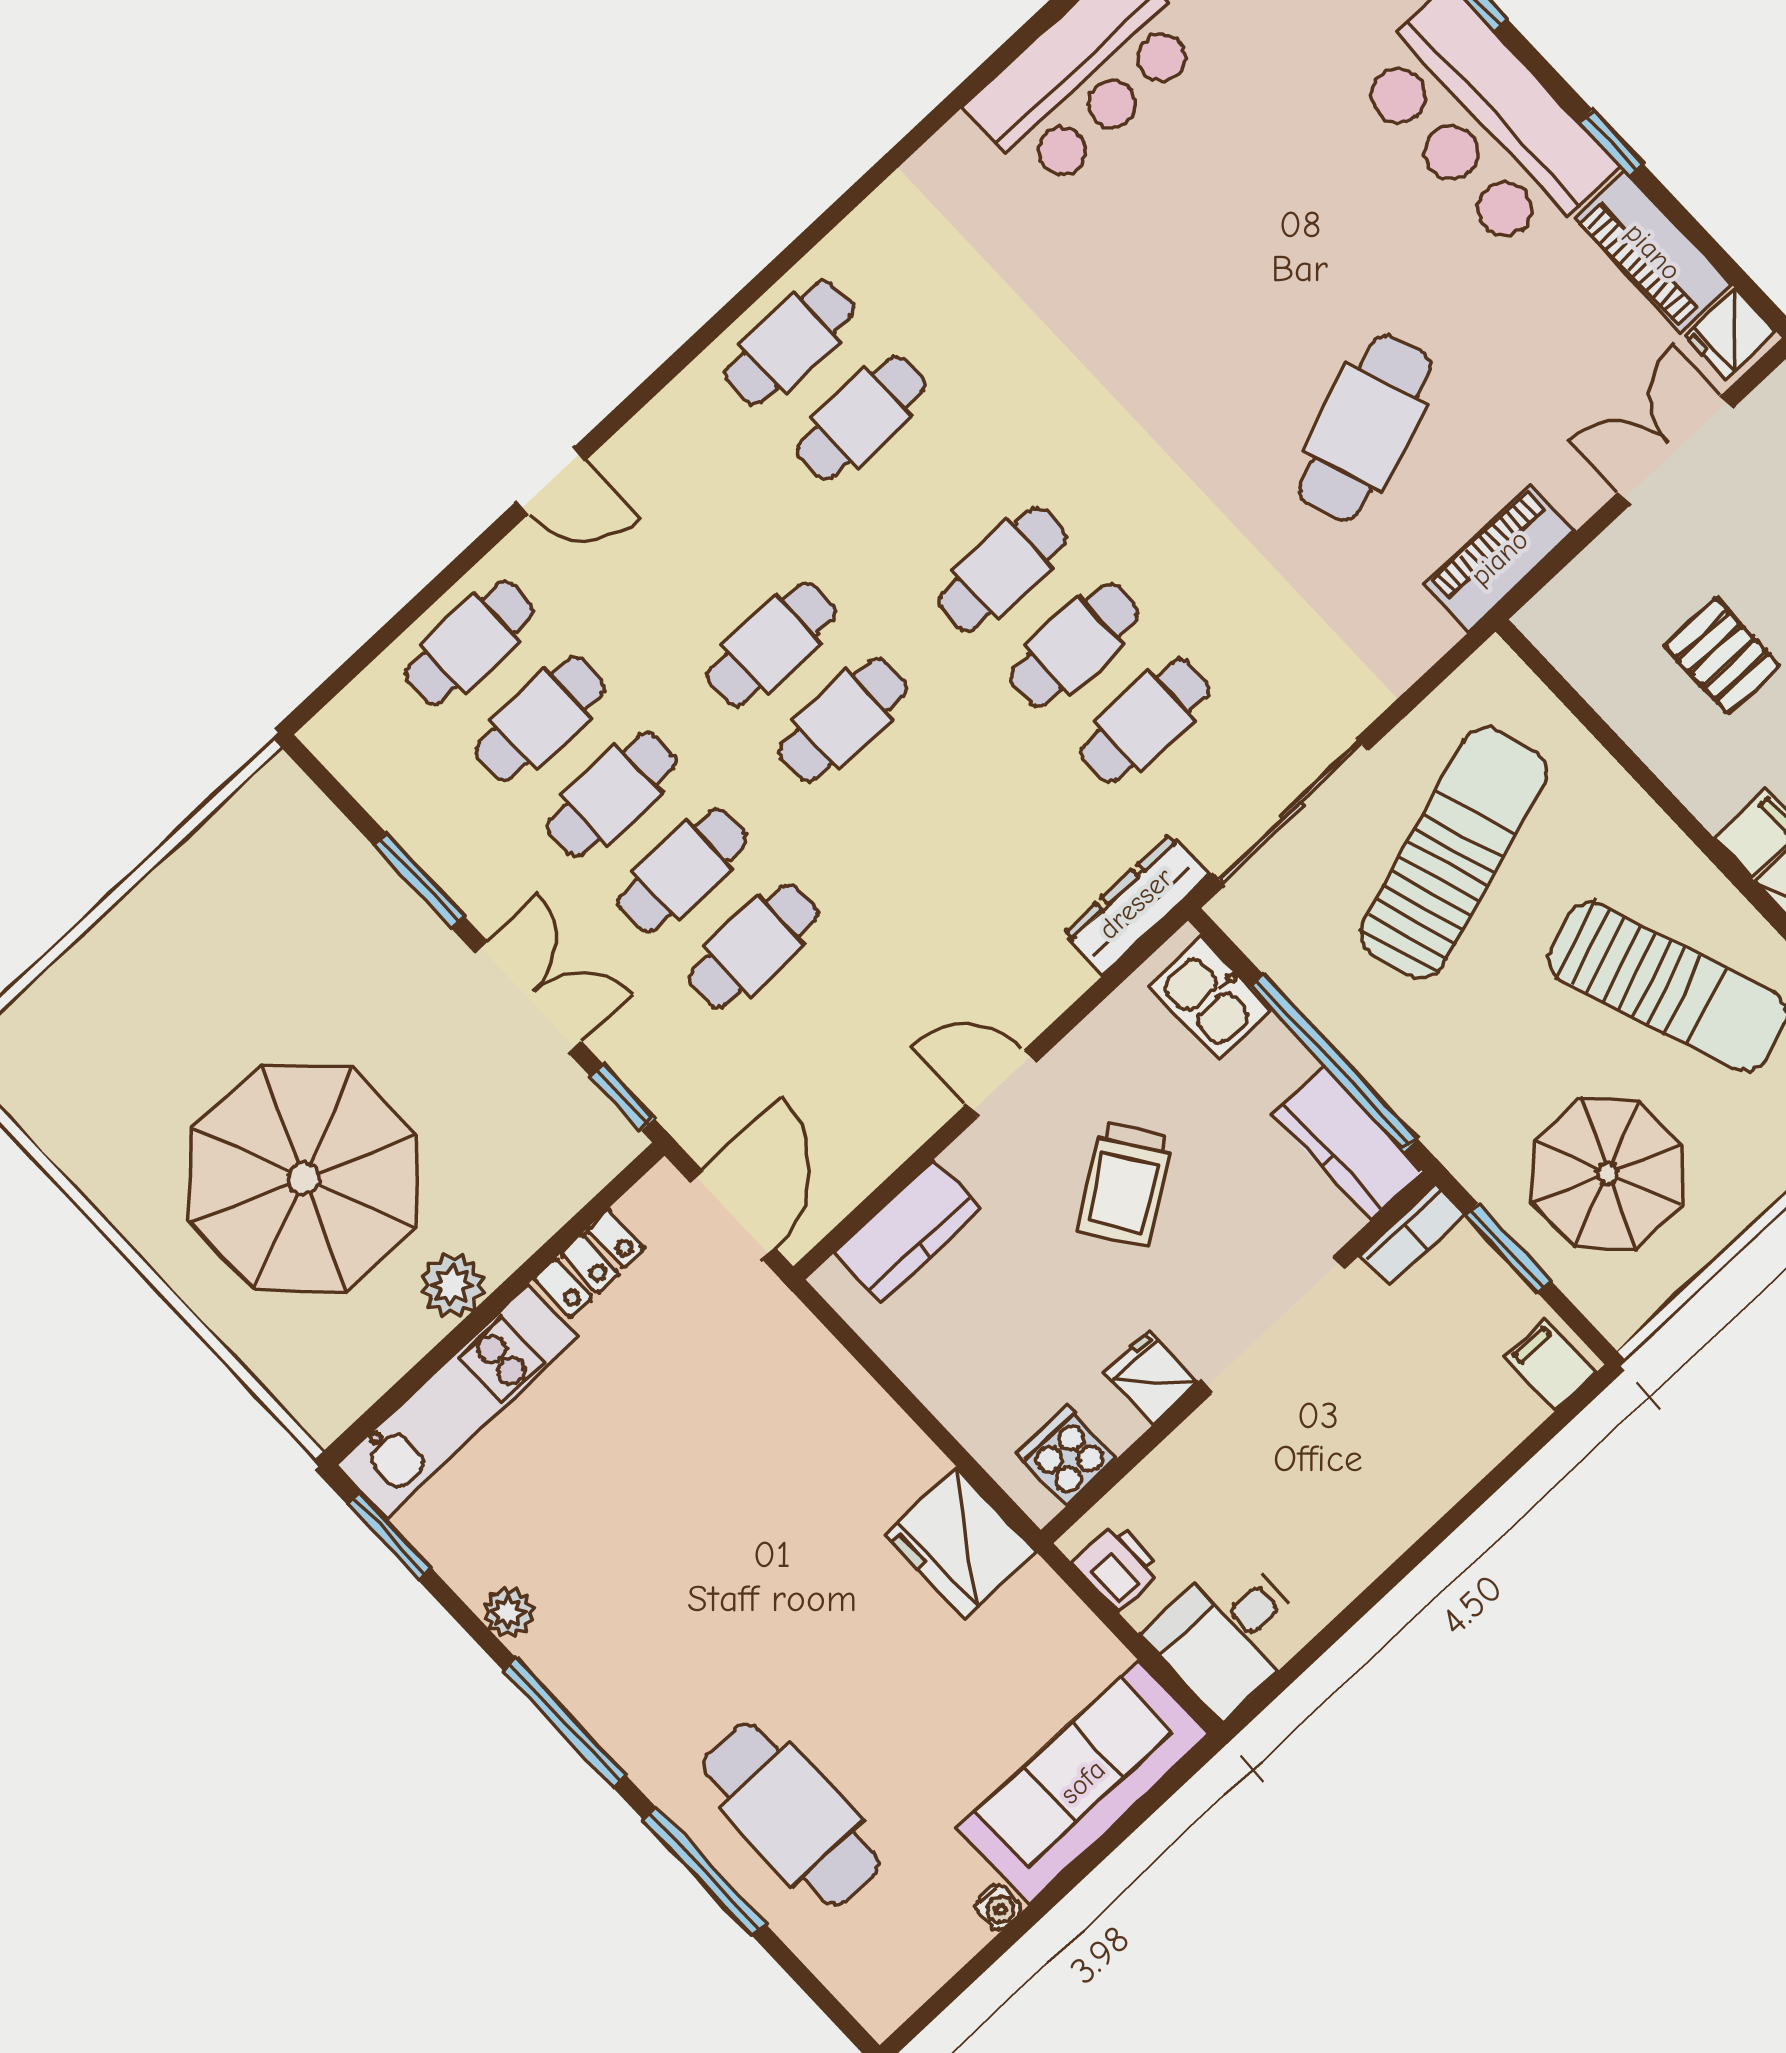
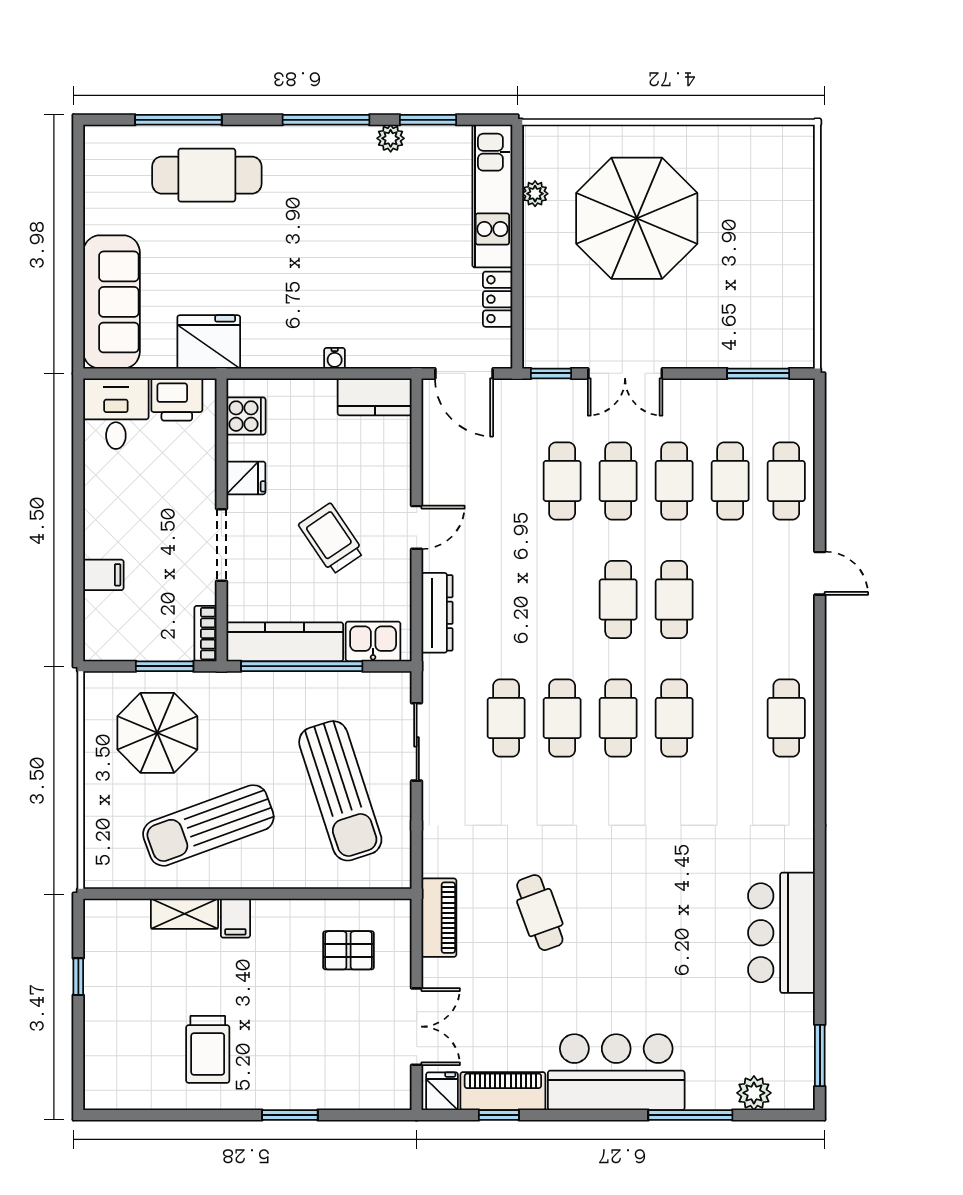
window: (1611, 143) -> (499, 1115), moved
cafe table: (860, 418) -> (674, 718), moved
cafe table: (1365, 428) -> (540, 913), width x0.73, depth x0.74
door: (551, 481) -> (820, 573), swing flipped
pallet: (1722, 656) -> (349, 950), moved
sliding door: (1291, 812) -> (417, 742), width x0.73
window: (419, 881) -> (758, 373), moved
dresser: (1136, 904) -> (437, 613), moved
kitchen counter: (1347, 1143) -> (285, 642), width x1.50
kitchen counter: (907, 1231) -> (375, 397), moved, turned -90
plant: (452, 1285) -> (535, 194), moved, width x0.73, depth x0.73
doorway: (1272, 1325) -> (221, 545), width x0.73
filing cabinet: (1550, 1364) -> (103, 575), moved
window: (389, 1536) -> (428, 120), moved
fridge: (961, 1543) -> (209, 342), moved
printer: (1118, 1566) -> (177, 399), width x1.36, depth x1.24
window: (704, 1872) -> (178, 120), moved
water cooler: (998, 1907) -> (335, 358), moved, turned -90

